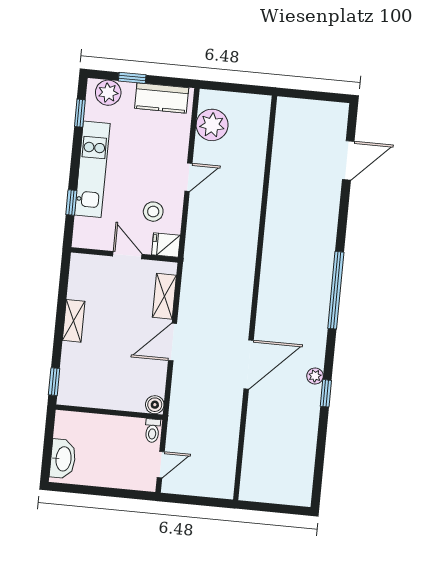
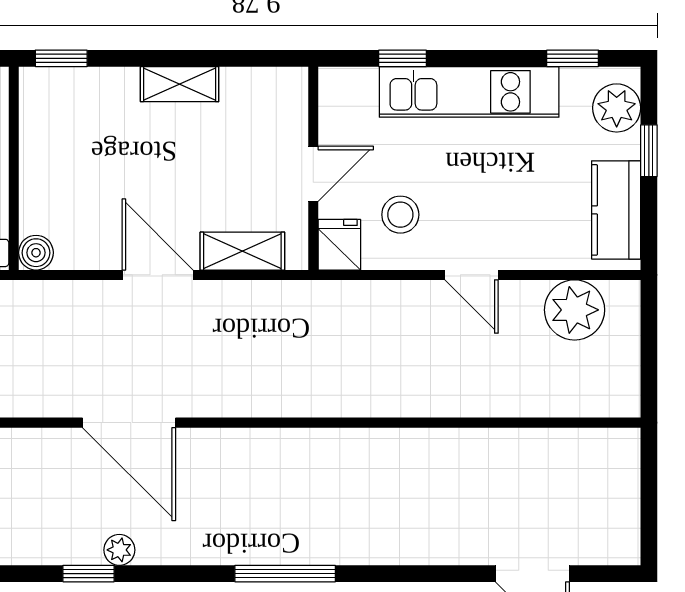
window: (336, 290) -> (285, 574), width x0.68

